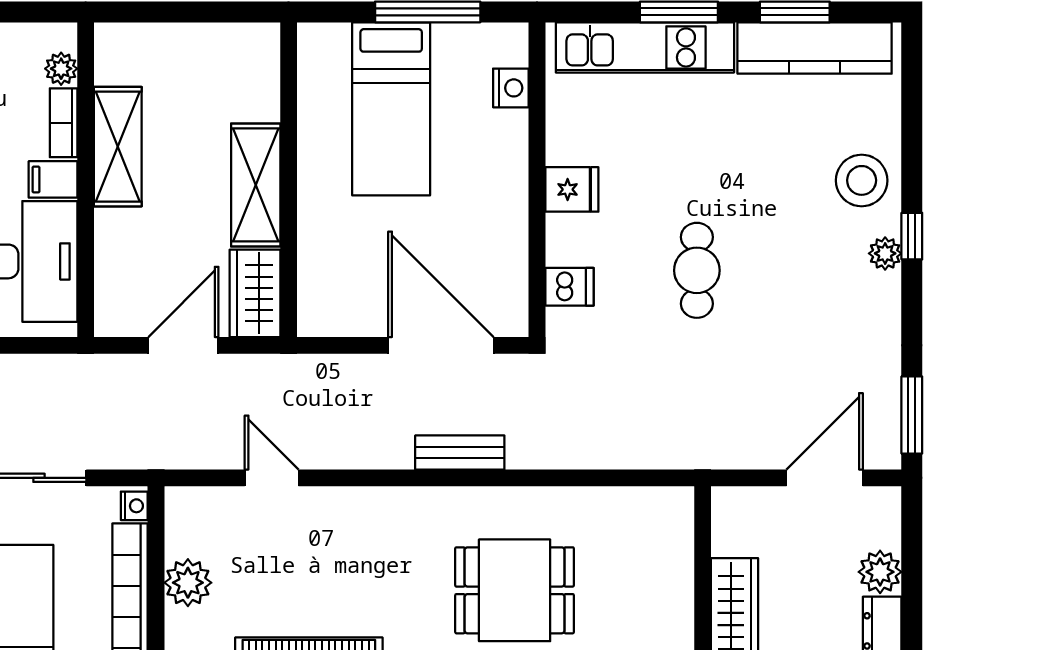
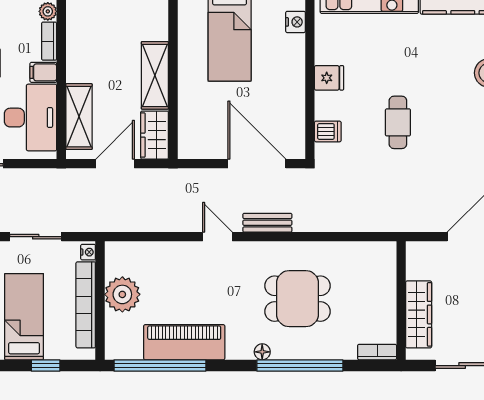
shelving: (118, 147) -> (79, 117), moved
door: (272, 478) -> (218, 237), moved
plant: (188, 583) -> (122, 294), width x1.36, depth x1.36

